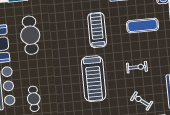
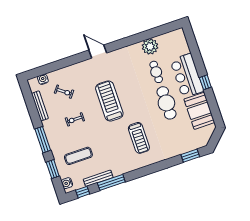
treadmill: (97, 30) -> (139, 138), moved
cafe table: (30, 35) -> (166, 103), moved

